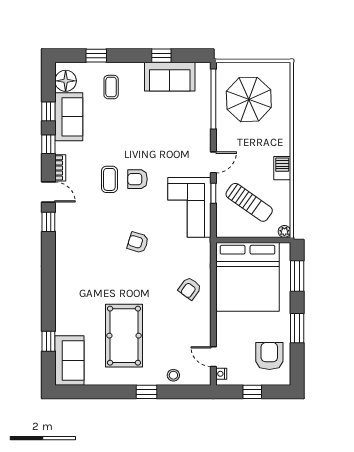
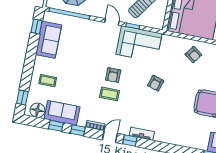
window: (96, 56) -> (22, 97), moved
window: (161, 56) -> (36, 27), moved
tv unit: (62, 237) -> (142, 134), added

